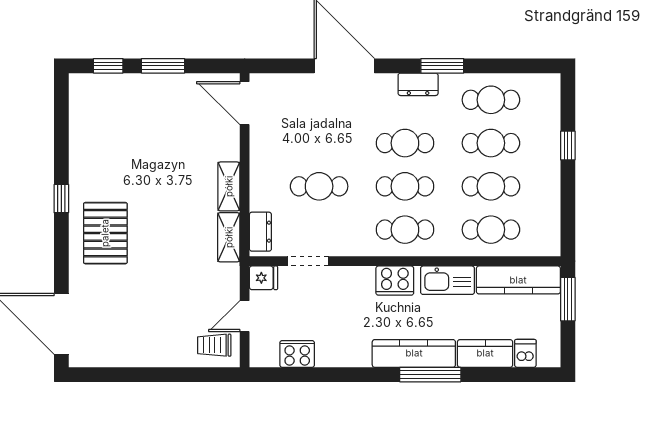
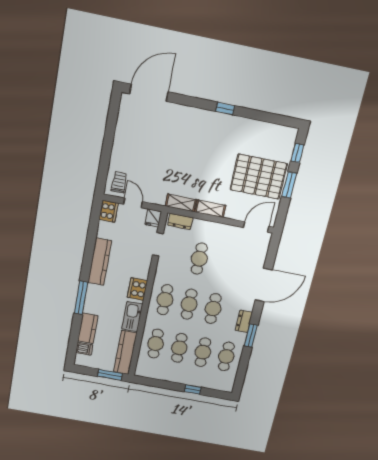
pallet: (105, 233) -> (259, 177), moved, width x1.37, depth x1.41
kitchen counter: (414, 353) -> (100, 262), moved
cooker: (297, 354) -> (109, 211), moved

